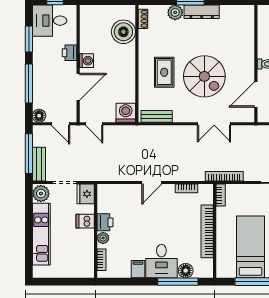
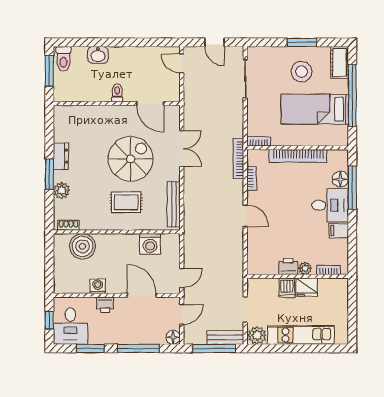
dresser: (202, 12) -> (61, 156), width x0.70
washing machine: (86, 61) -> (98, 286), moved
washing machine: (126, 113) -> (150, 244), moved, turned -90
bench: (157, 116) -> (174, 204), width x1.36
bookcase: (224, 176) -> (238, 158), moved
fridge: (86, 194) -> (306, 287), moved

